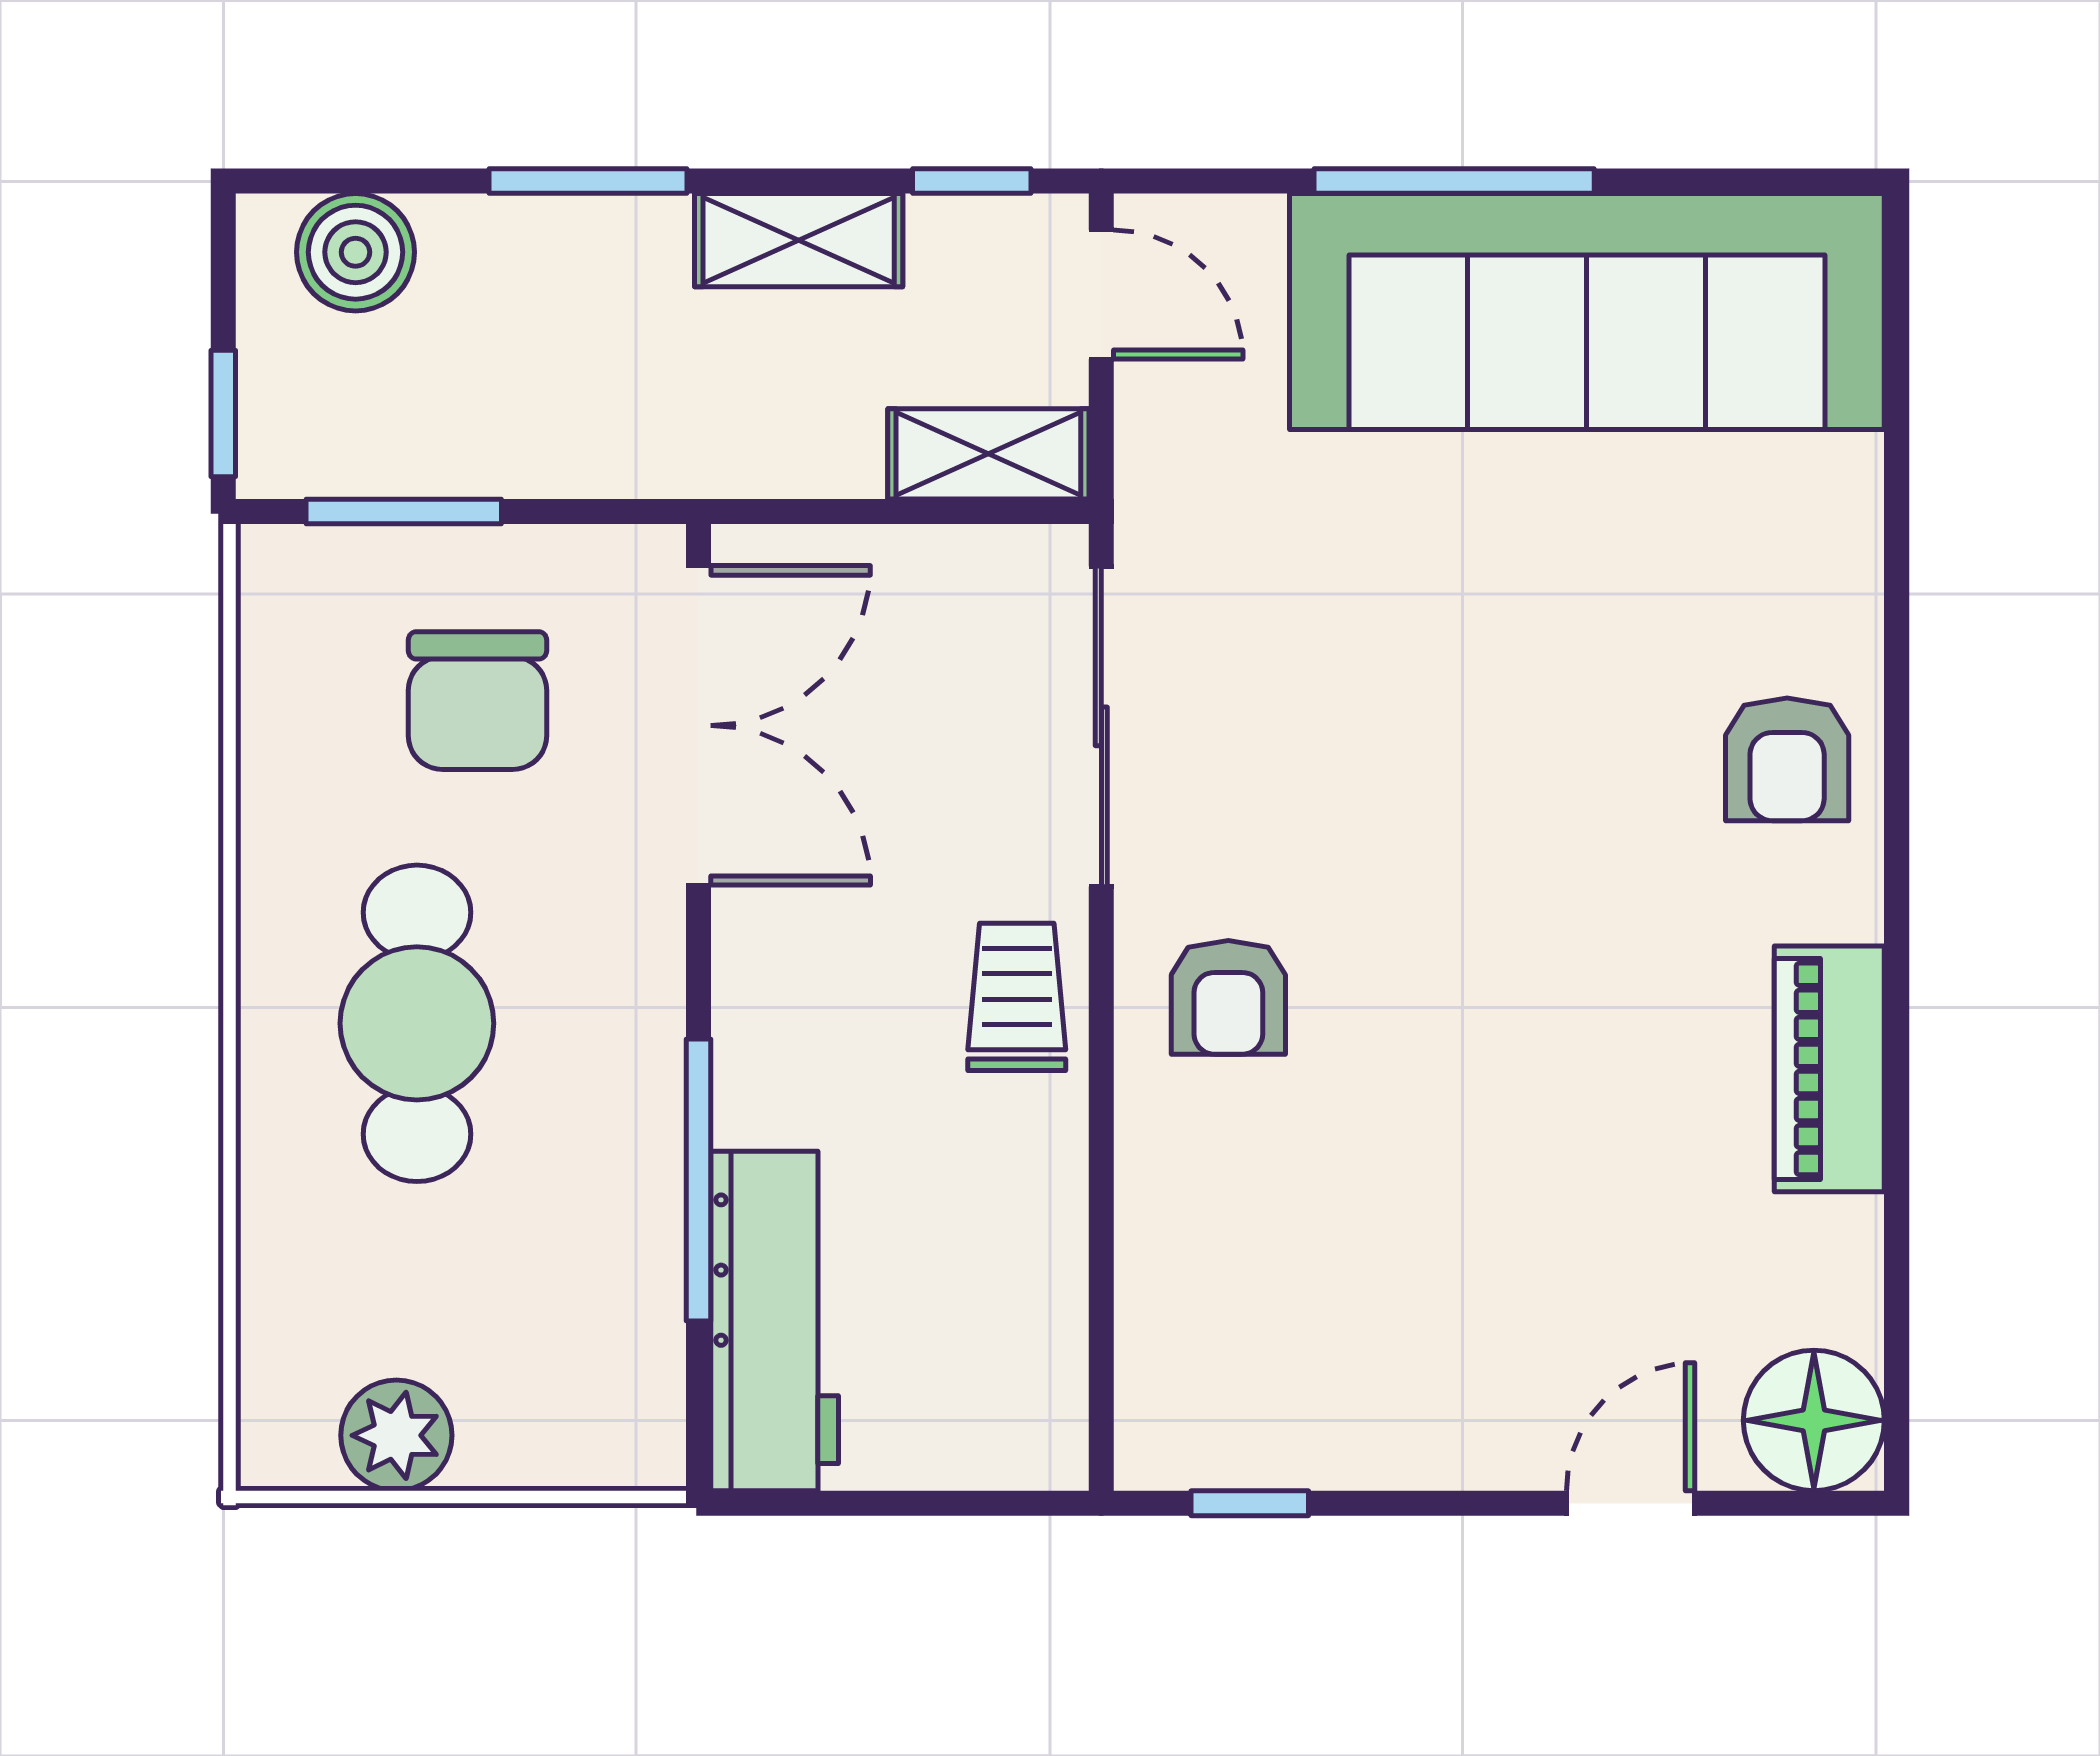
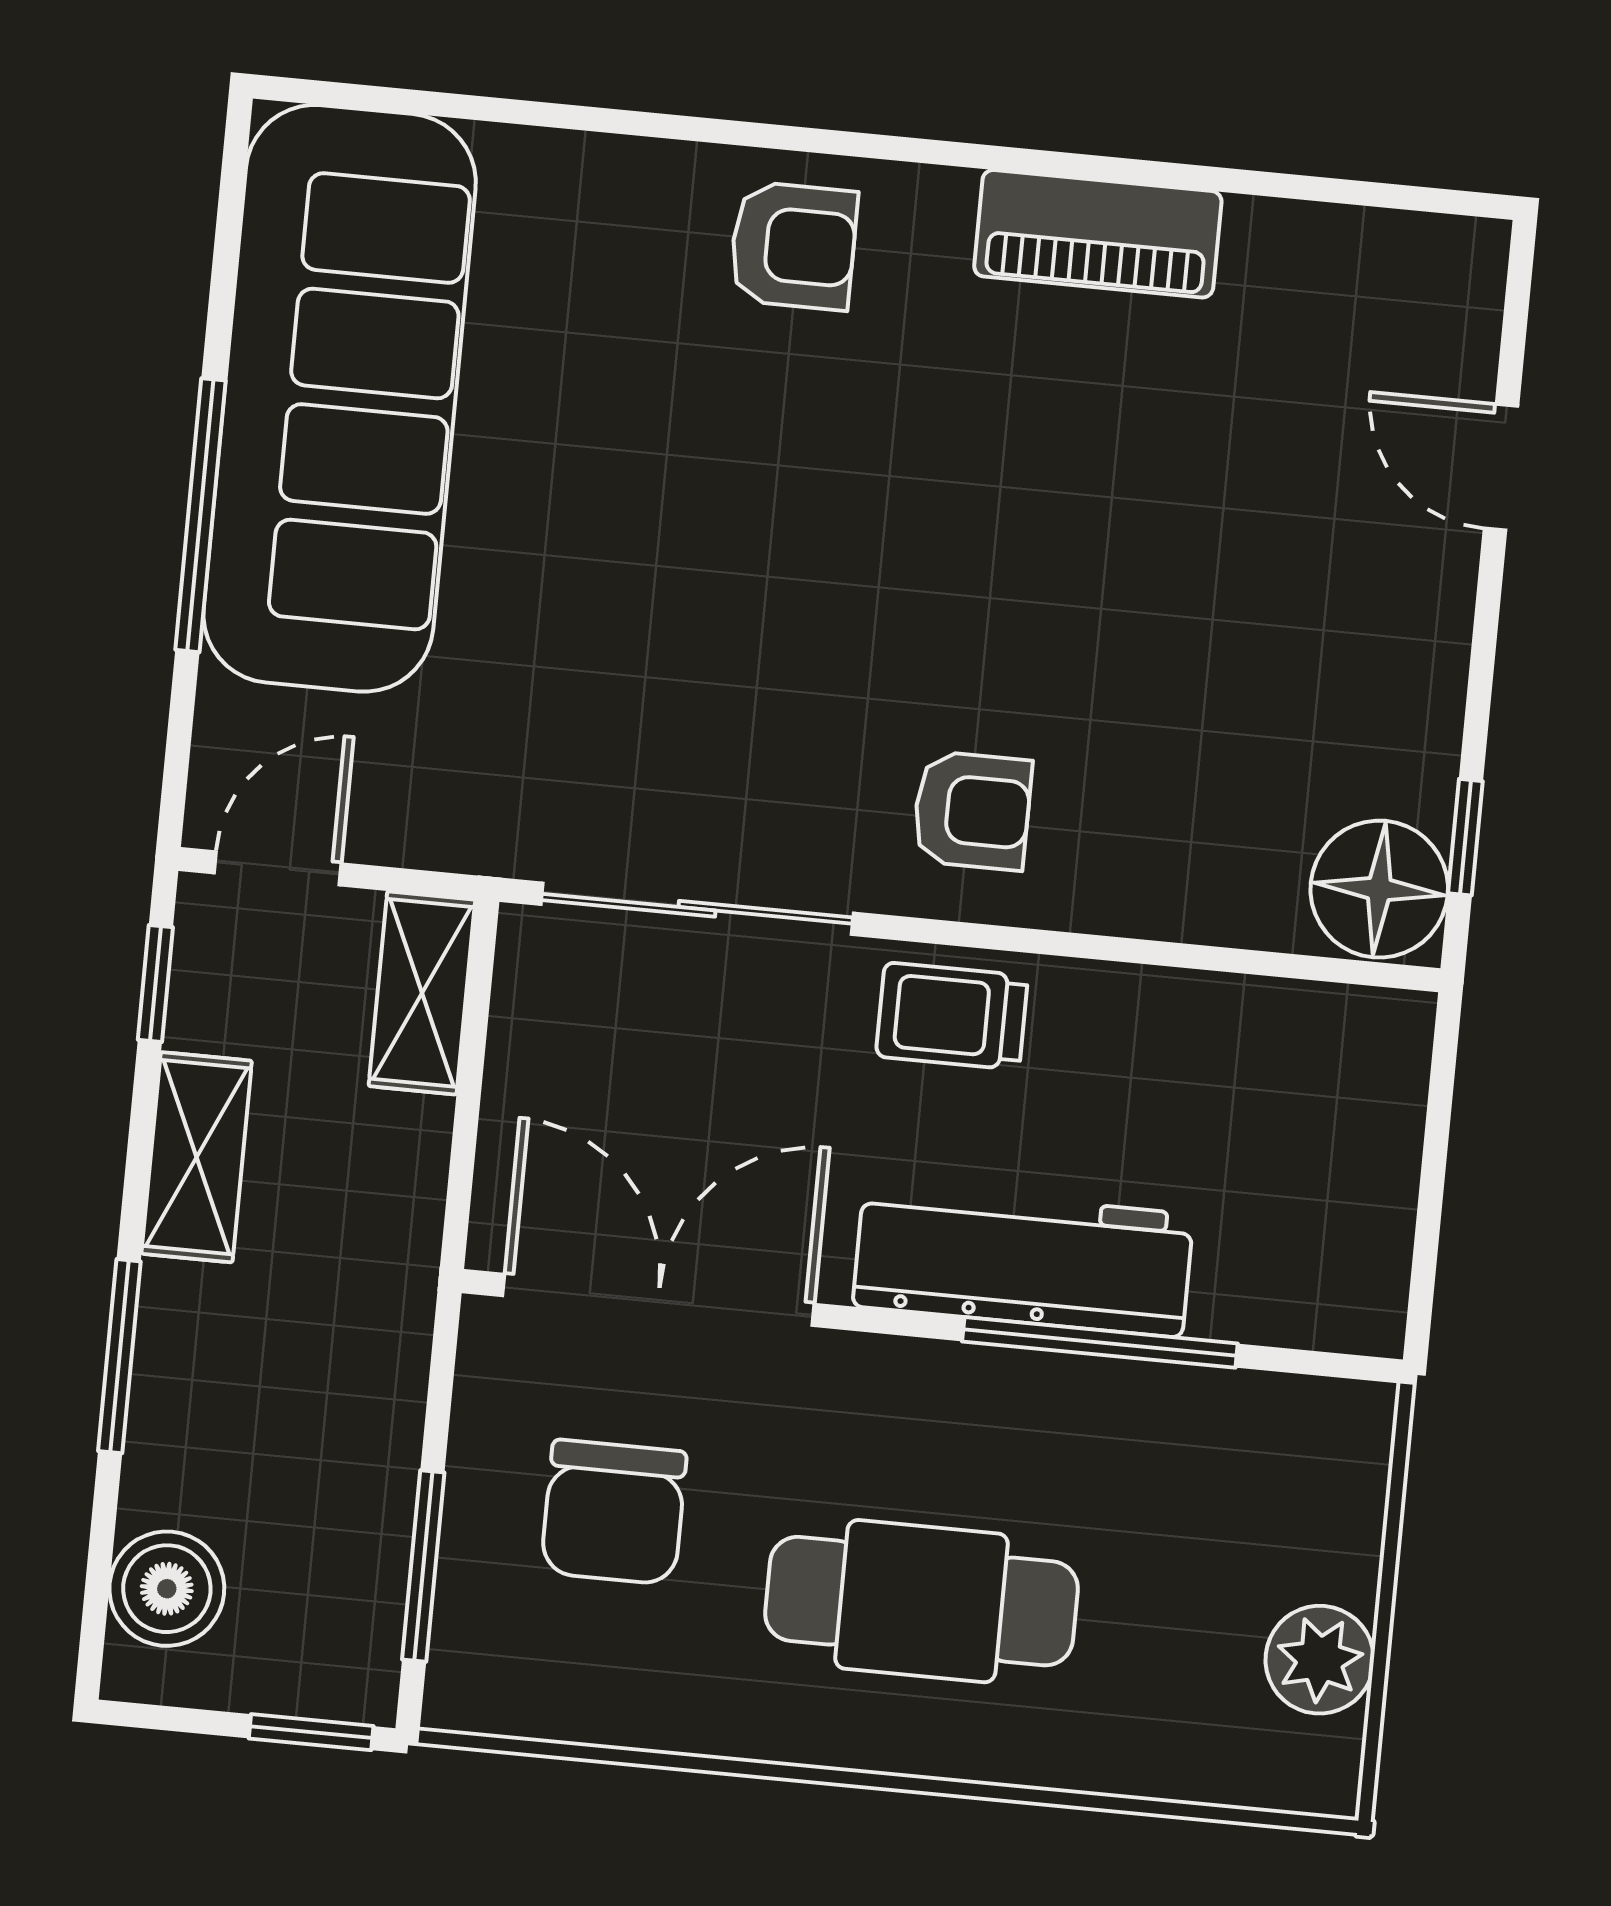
chair: (477, 701) -> (614, 1512), turned 90
workbench: (775, 1321) -> (1023, 1260), moved
floor lamp: (1814, 1420) -> (1379, 889), moved

